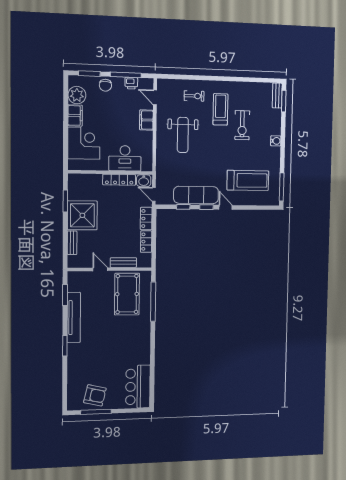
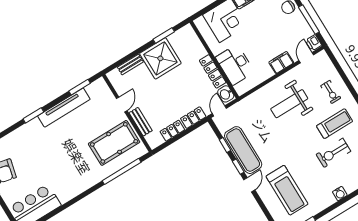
printer: (131, 83) -> (313, 43), moved

